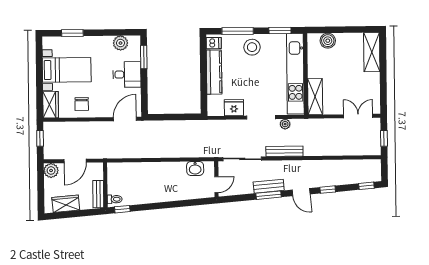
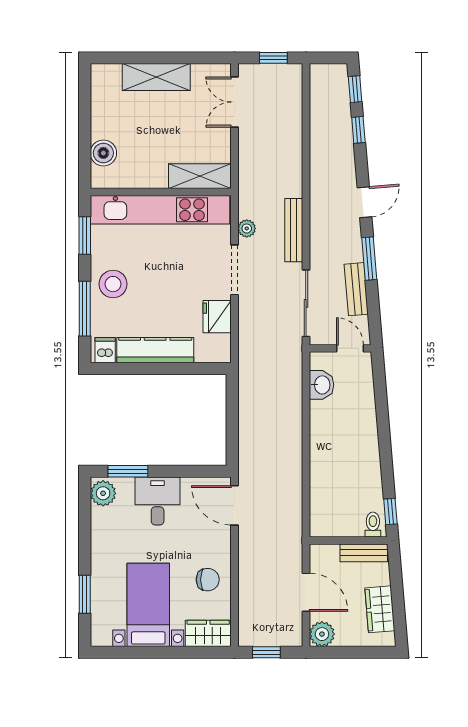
plant: (120, 43) -> (103, 493), moved
shelving: (372, 52) -> (156, 77), moved
bench: (269, 186) -> (356, 289), moved
window: (328, 190) -> (358, 130), moved

